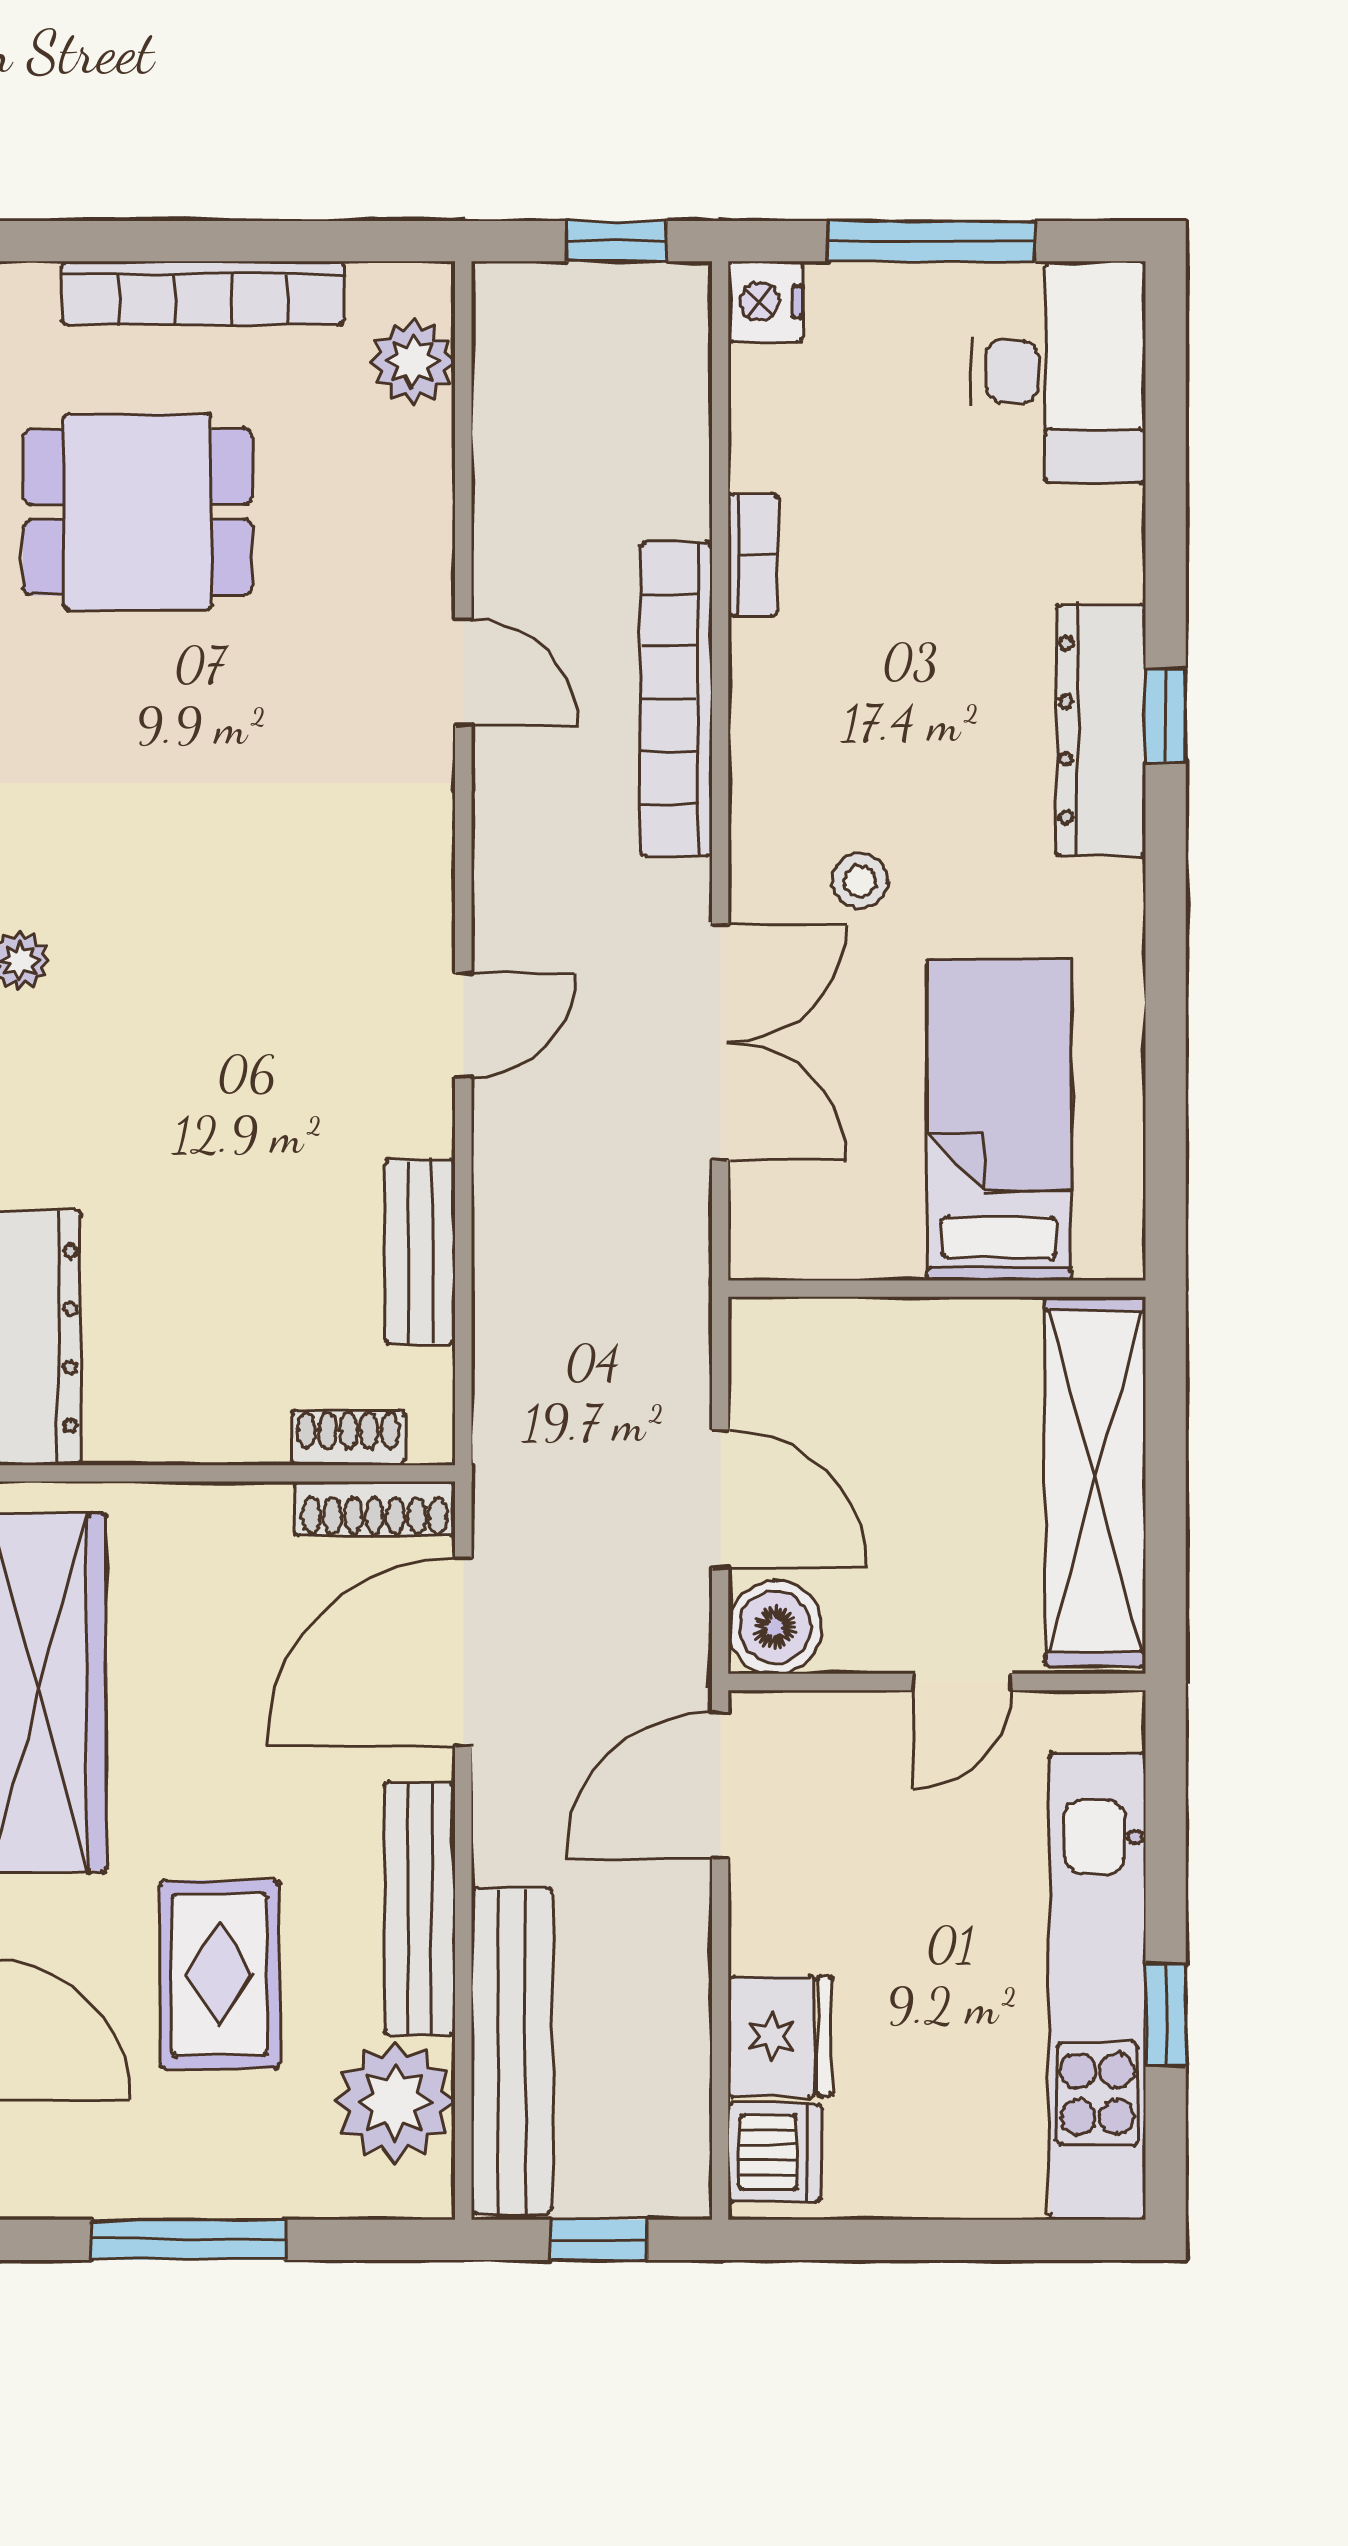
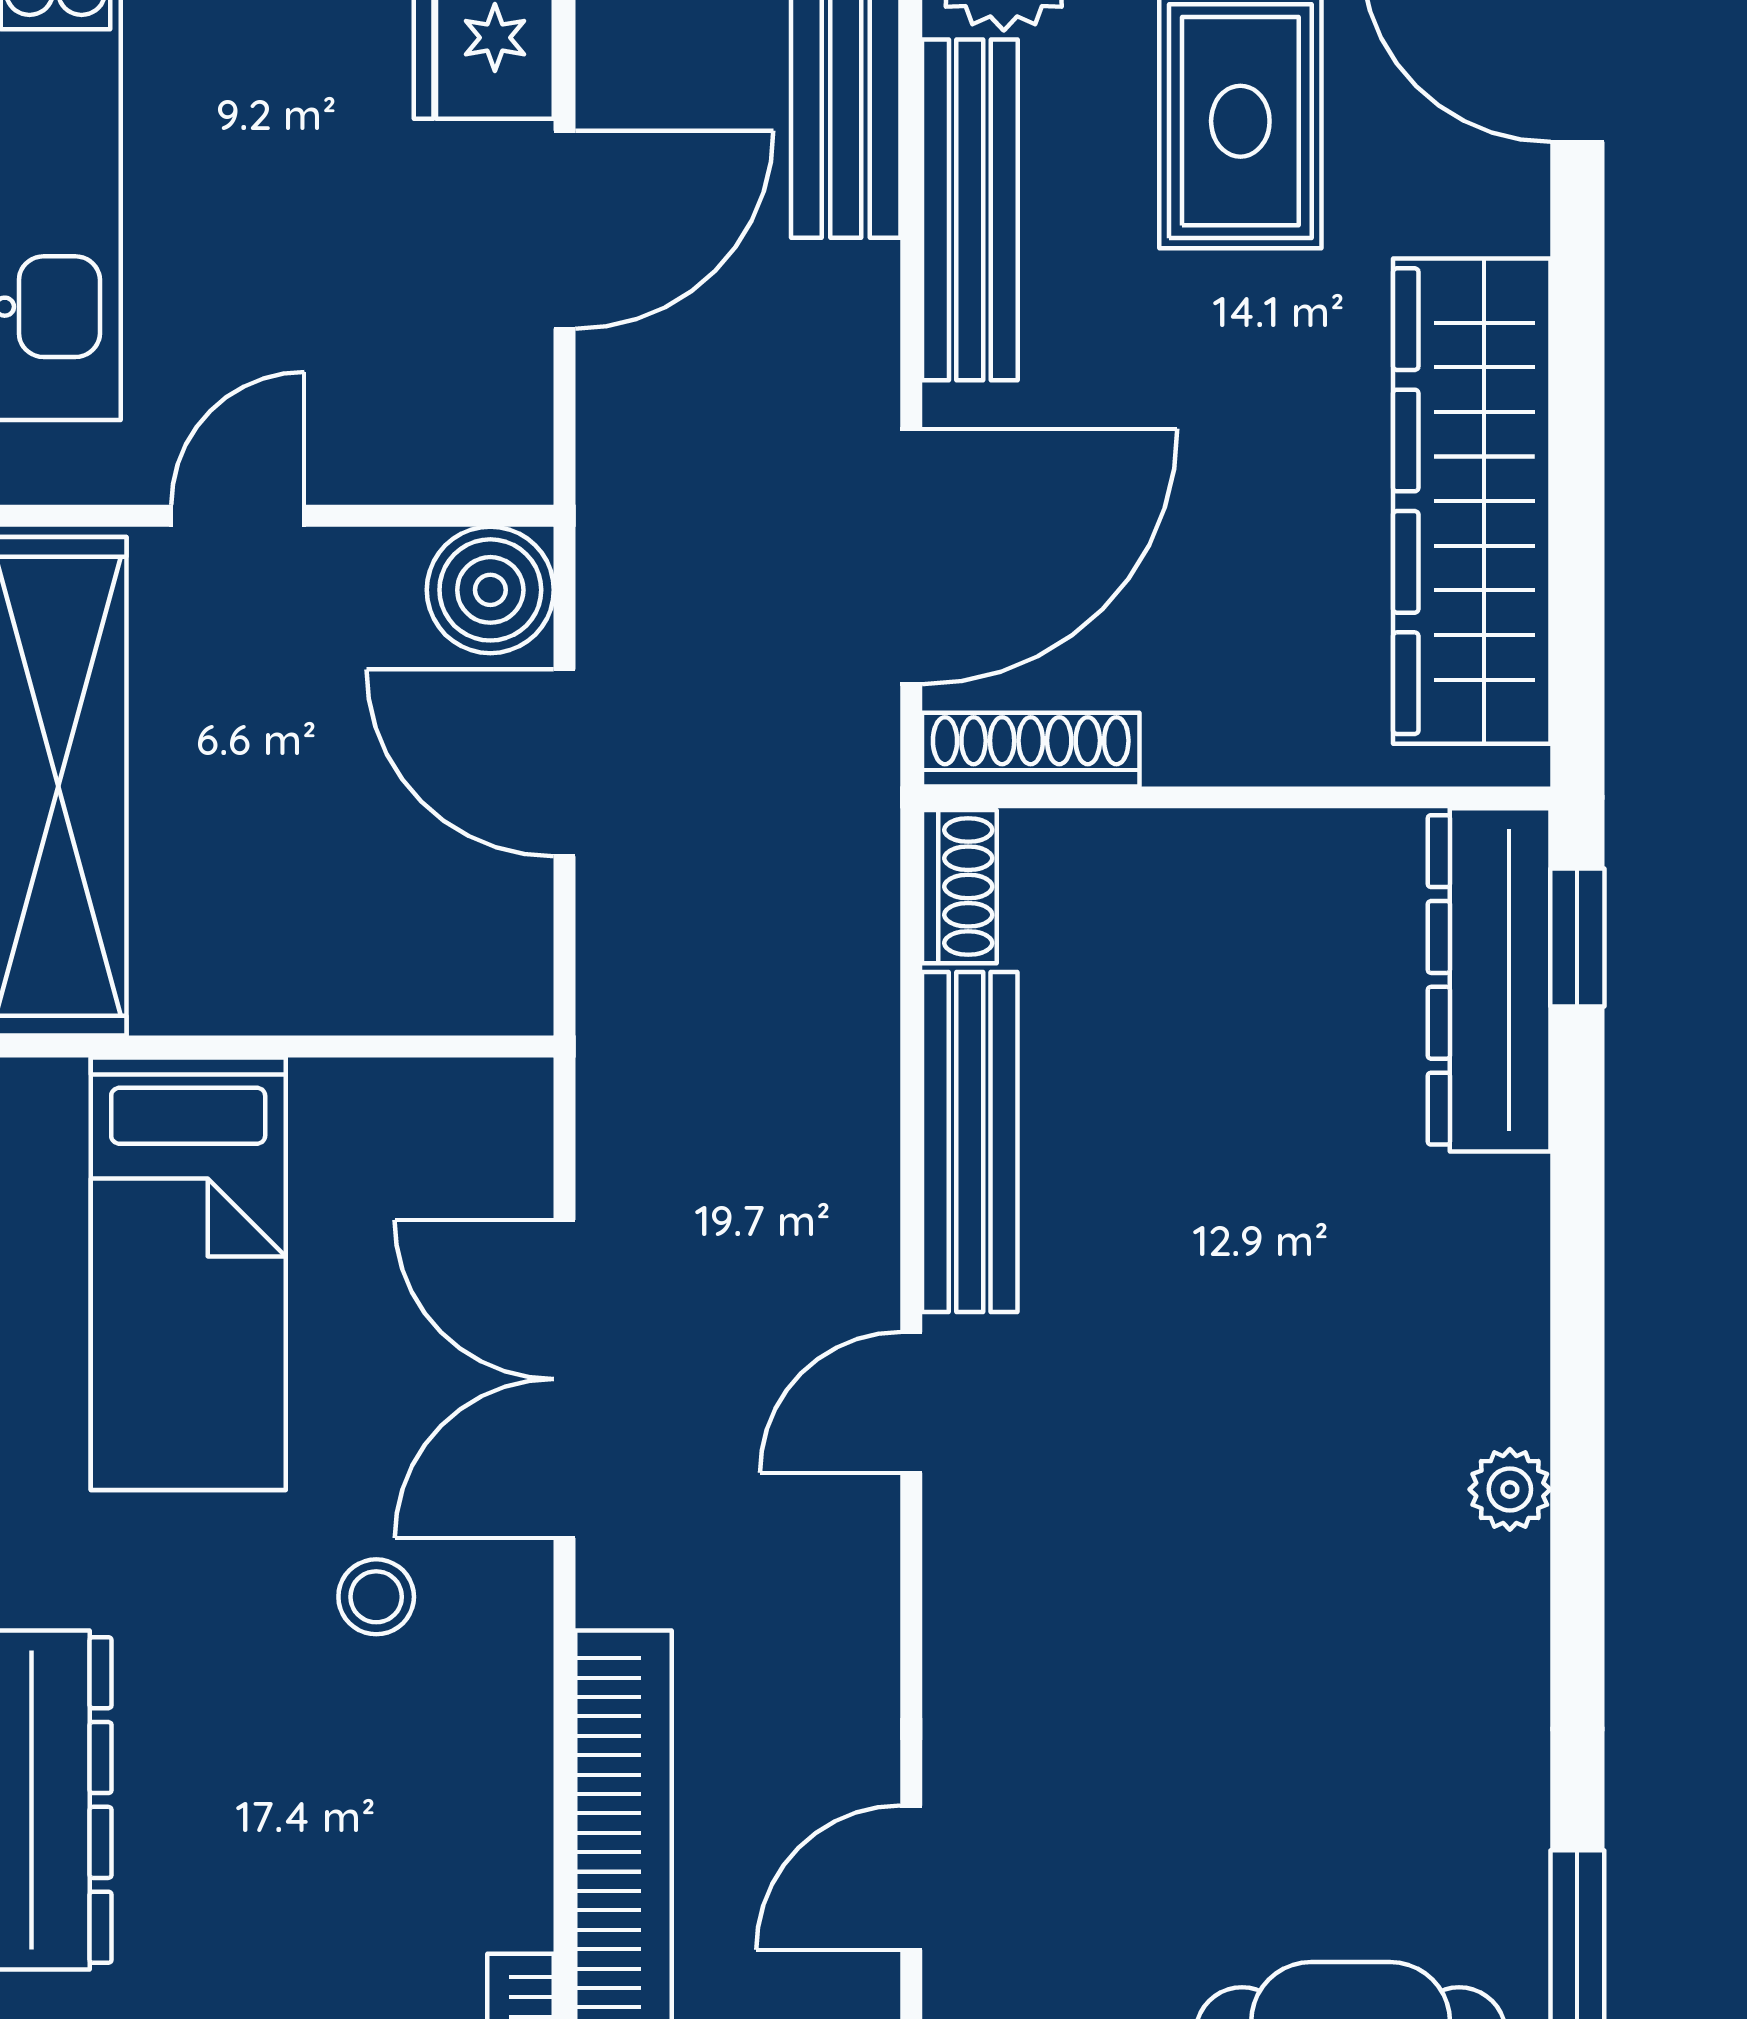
door: (463, 673) -> (911, 1878), hinge flipped
bench: (420, 1251) -> (970, 1142), width x1.36
shoe rack: (348, 1438) -> (959, 887), moved, turned -90
door: (720, 1785) -> (565, 230), moved

